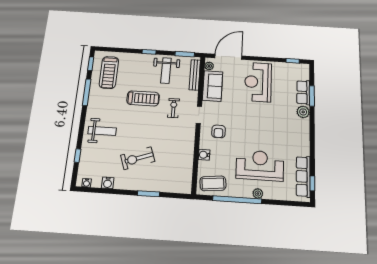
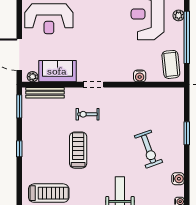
weight bench: (166, 71) -> (42, 127), removed
armchair: (219, 131) -> (112, 61), removed

